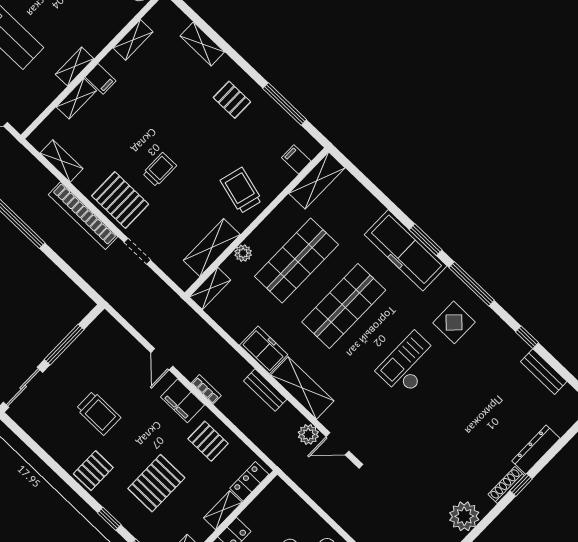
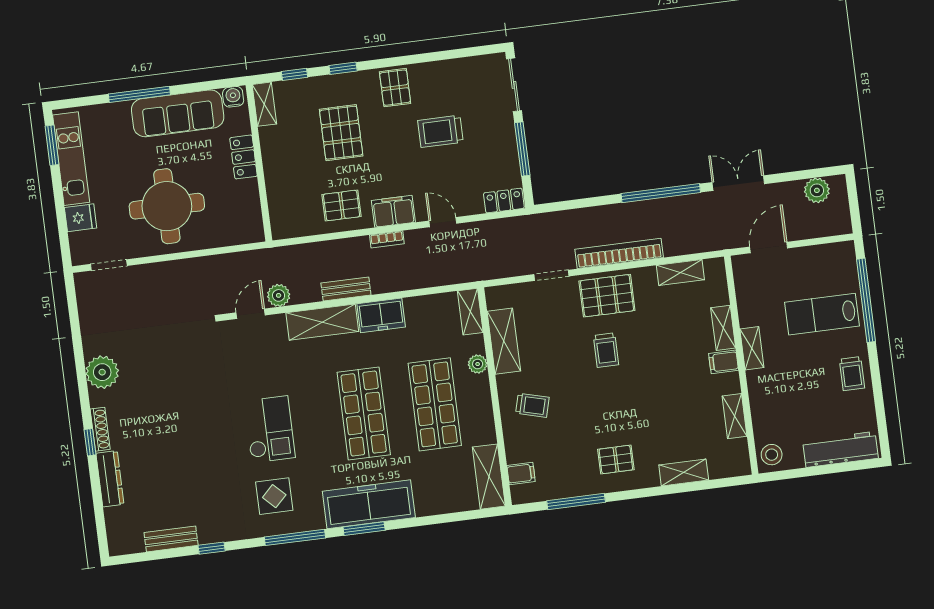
trolley: (241, 190) -> (532, 405), width x0.73, depth x0.72
locker: (249, 481) -> (504, 201), moved, turned -90
shelving: (223, 510) -> (273, 171), removed

